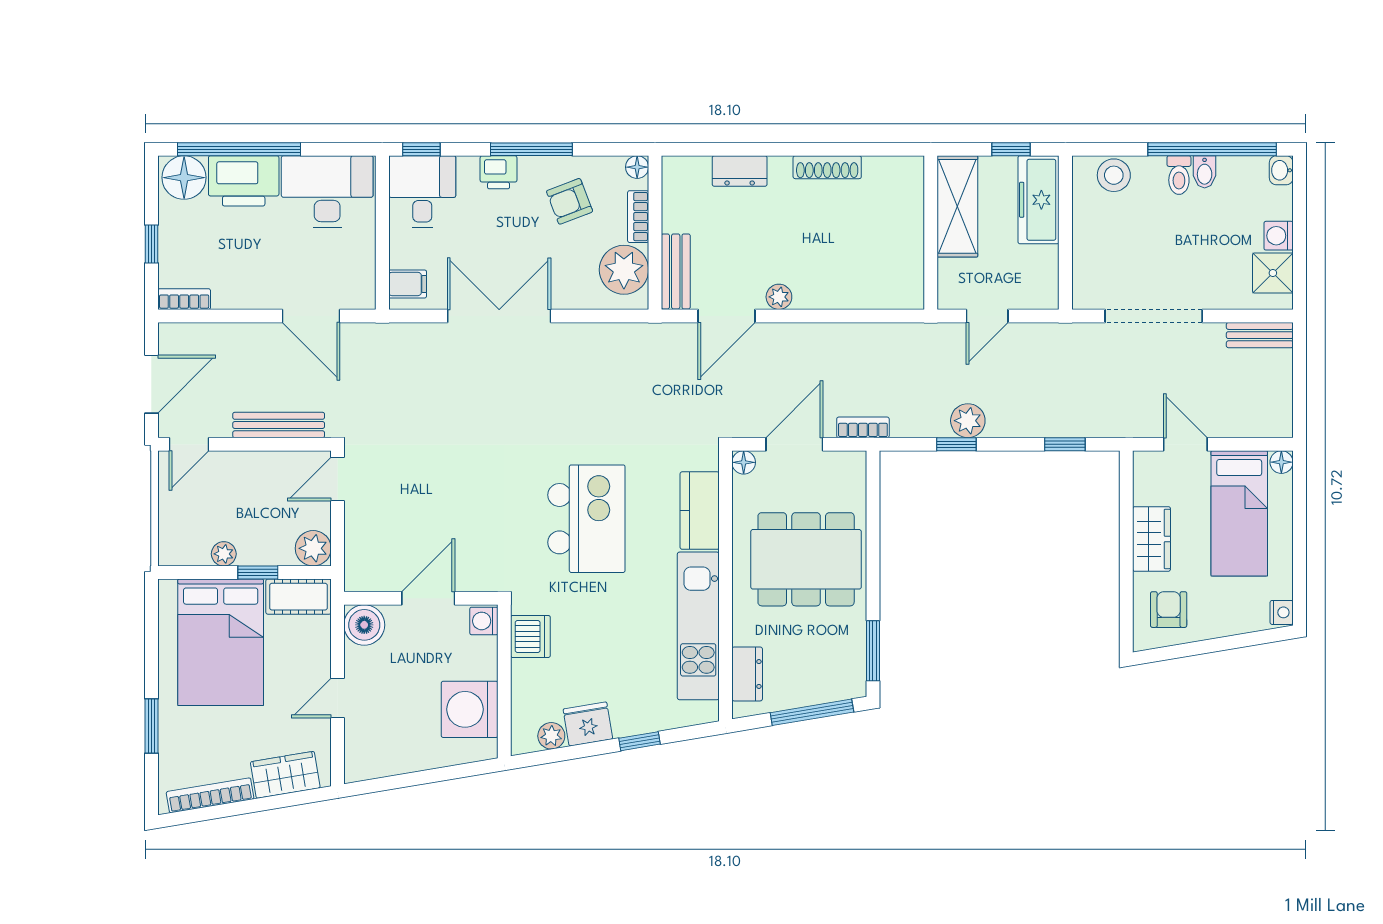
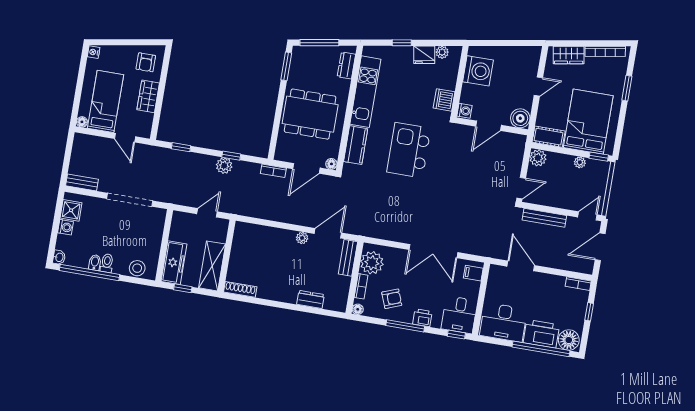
shoe rack: (827, 167) -> (240, 289), moved
window: (258, 573) -> (599, 157), moved

